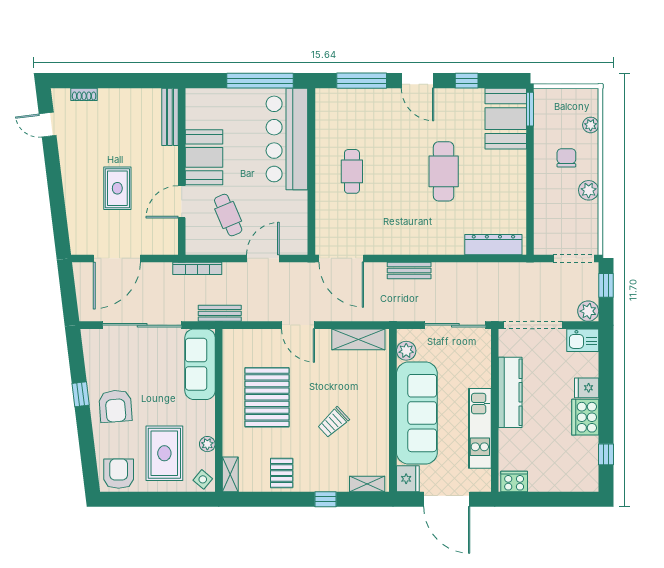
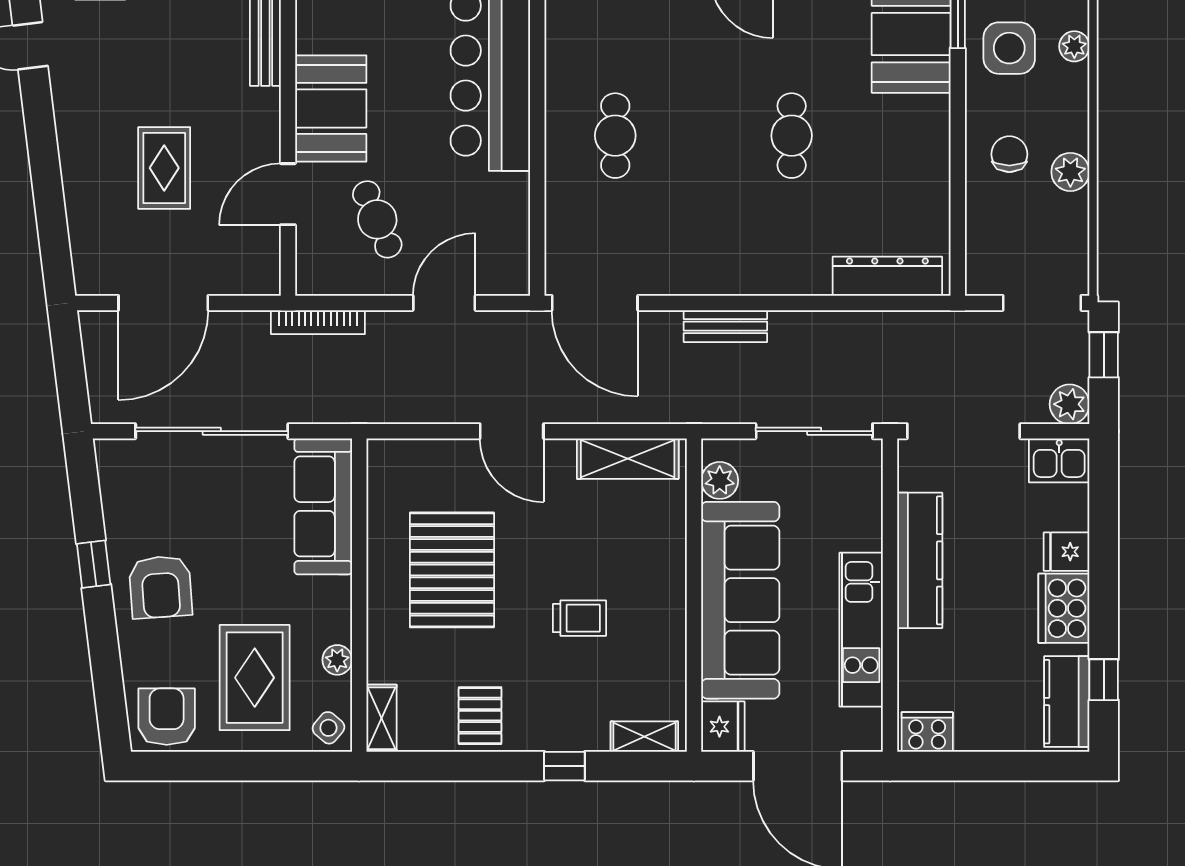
side table: (557, 126) -> (1009, 48), added
chair: (566, 158) -> (1009, 154), moved
cafe table: (444, 171) -> (792, 136), width x0.73, depth x0.74
bench: (220, 313) -> (361, 408), removed
trolley: (333, 422) -> (580, 618), turned -137
kitchen counter: (587, 466) -> (1067, 702), added

